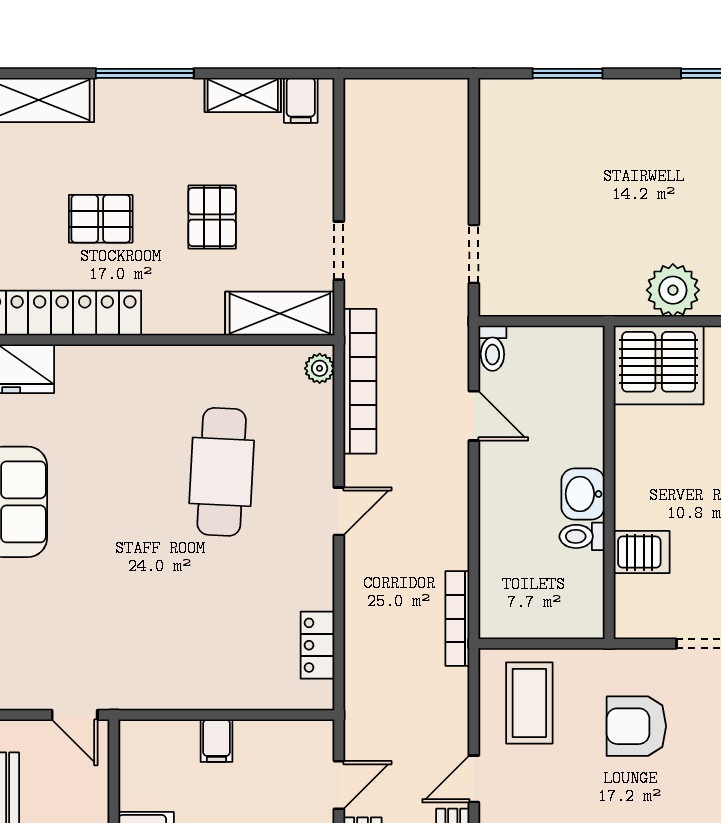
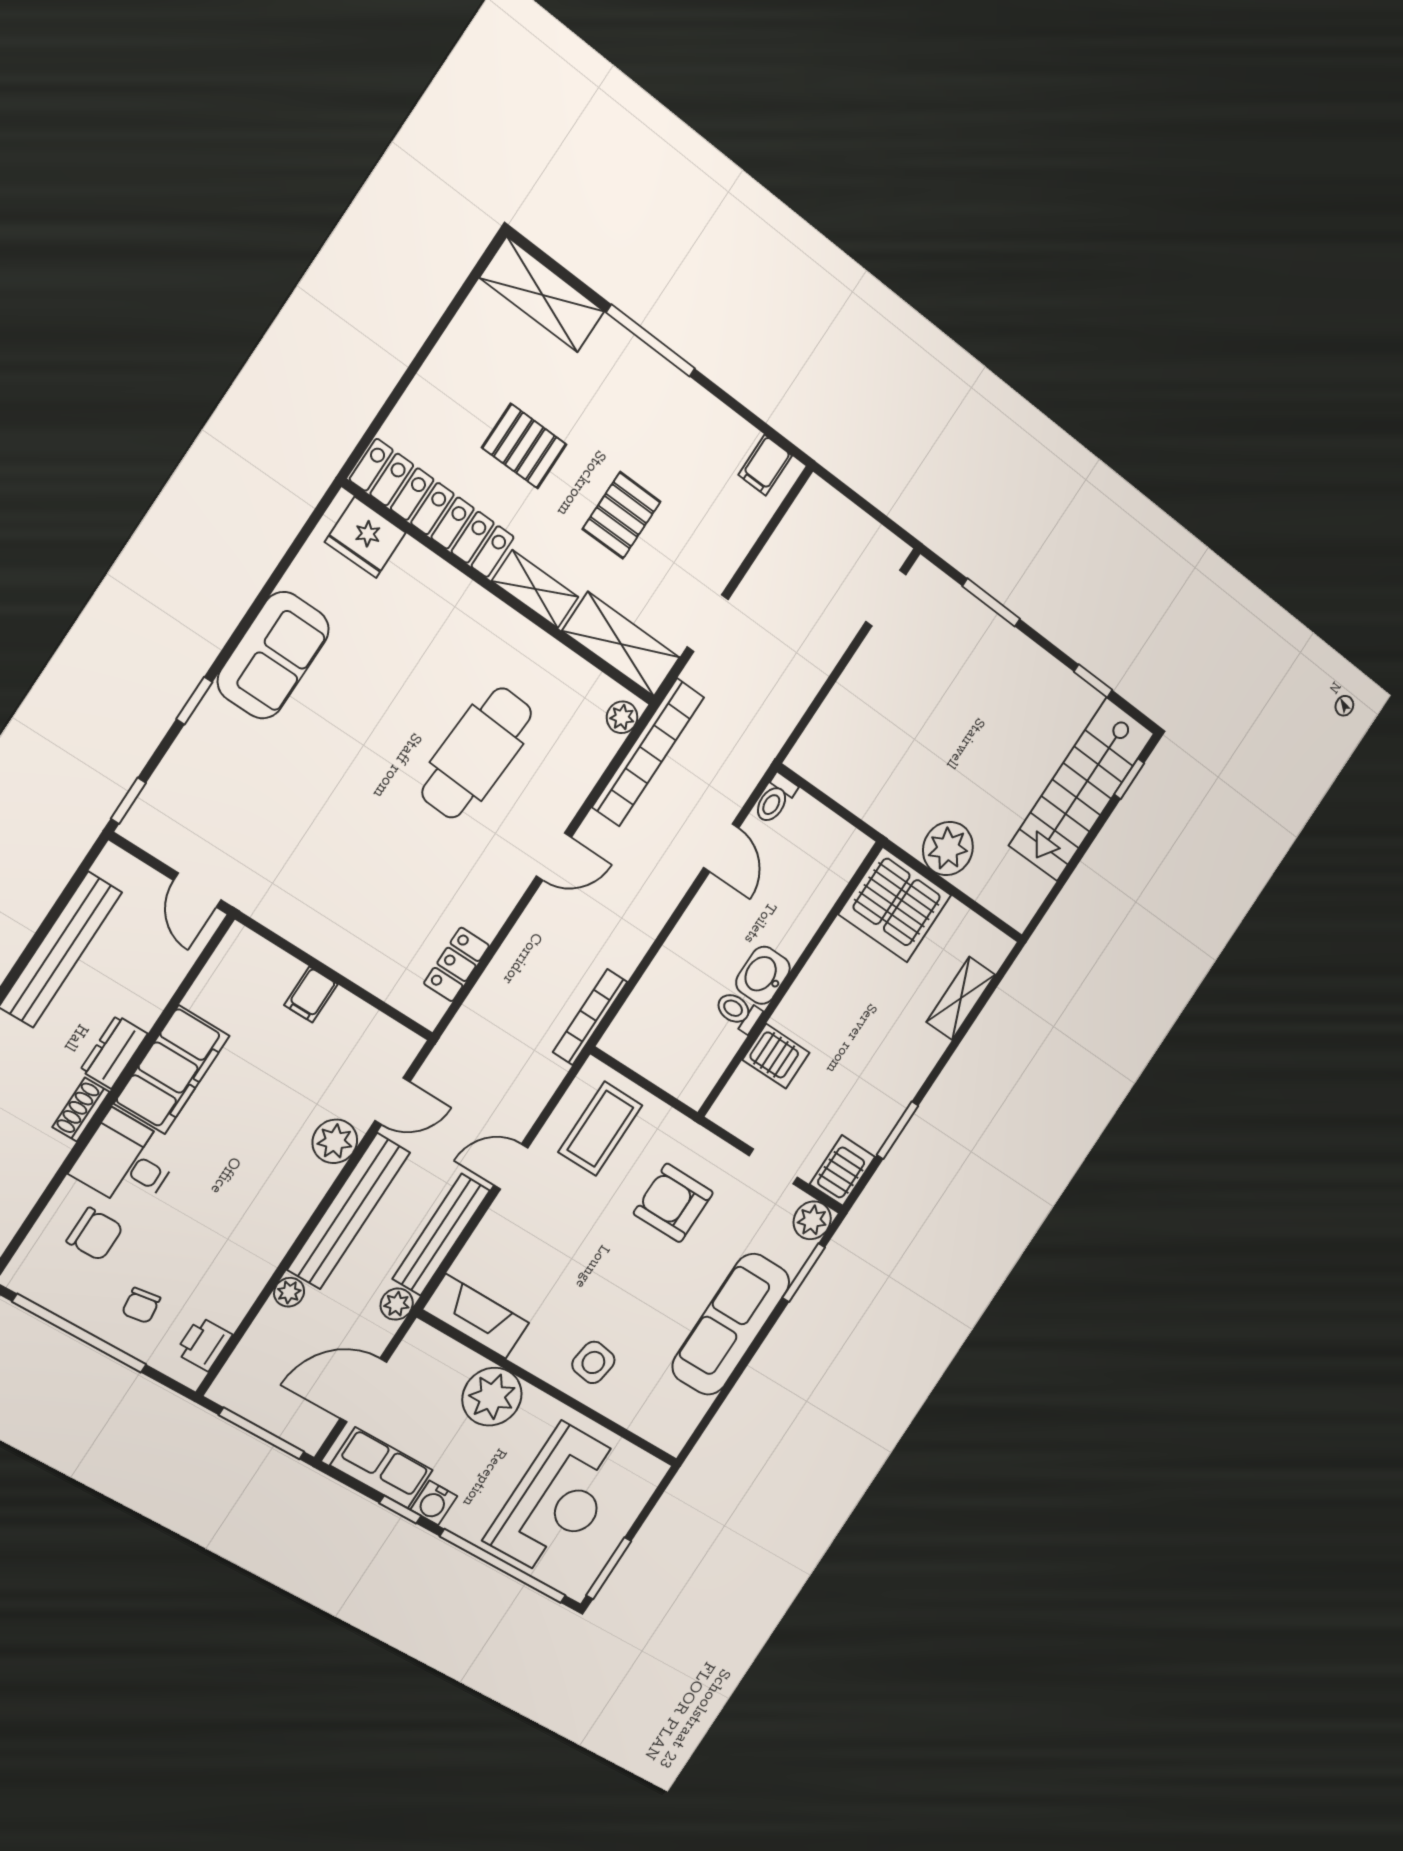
shelving: (243, 95) -> (535, 589), moved
doorway: (474, 254) -> (886, 598), moved

